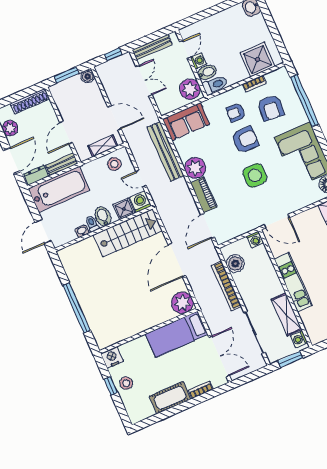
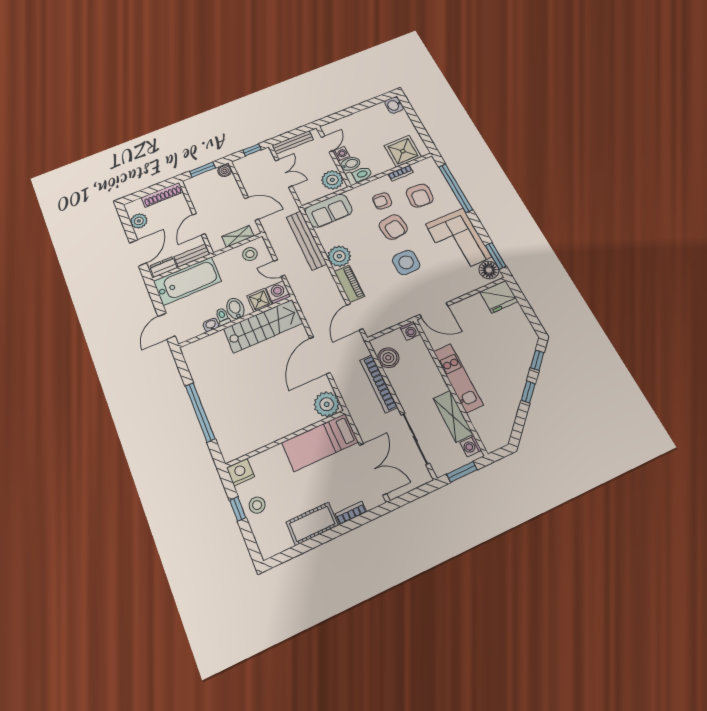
armchair: (245, 140) -> (393, 227), turned 83

